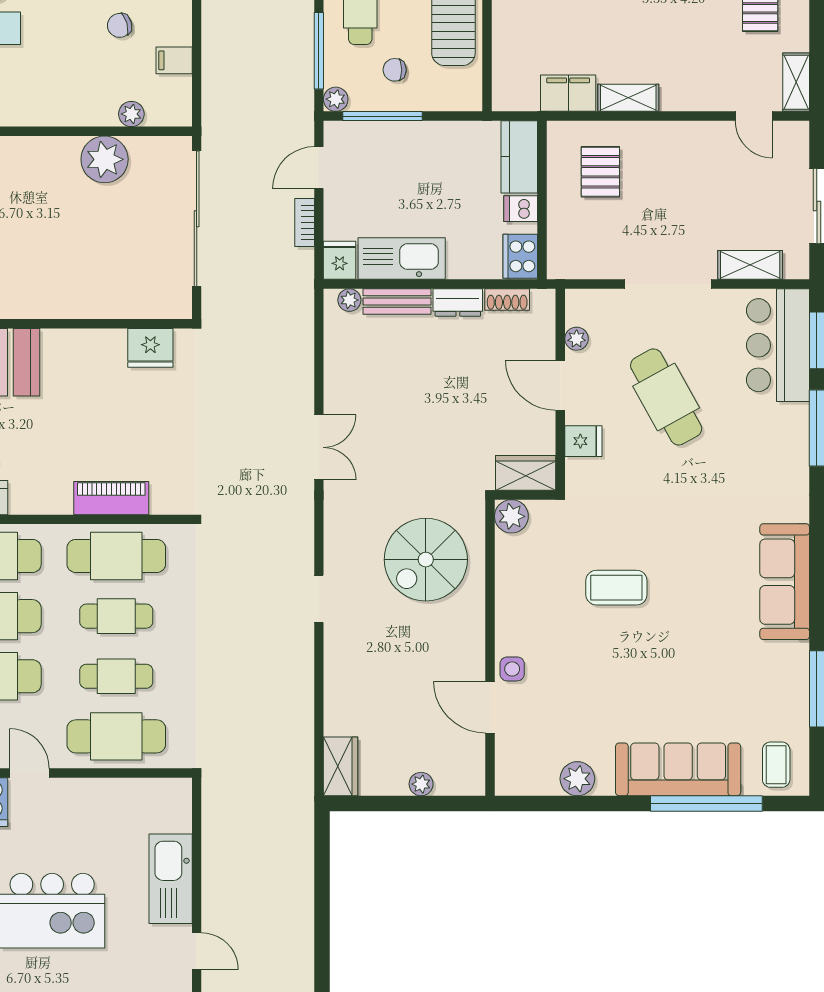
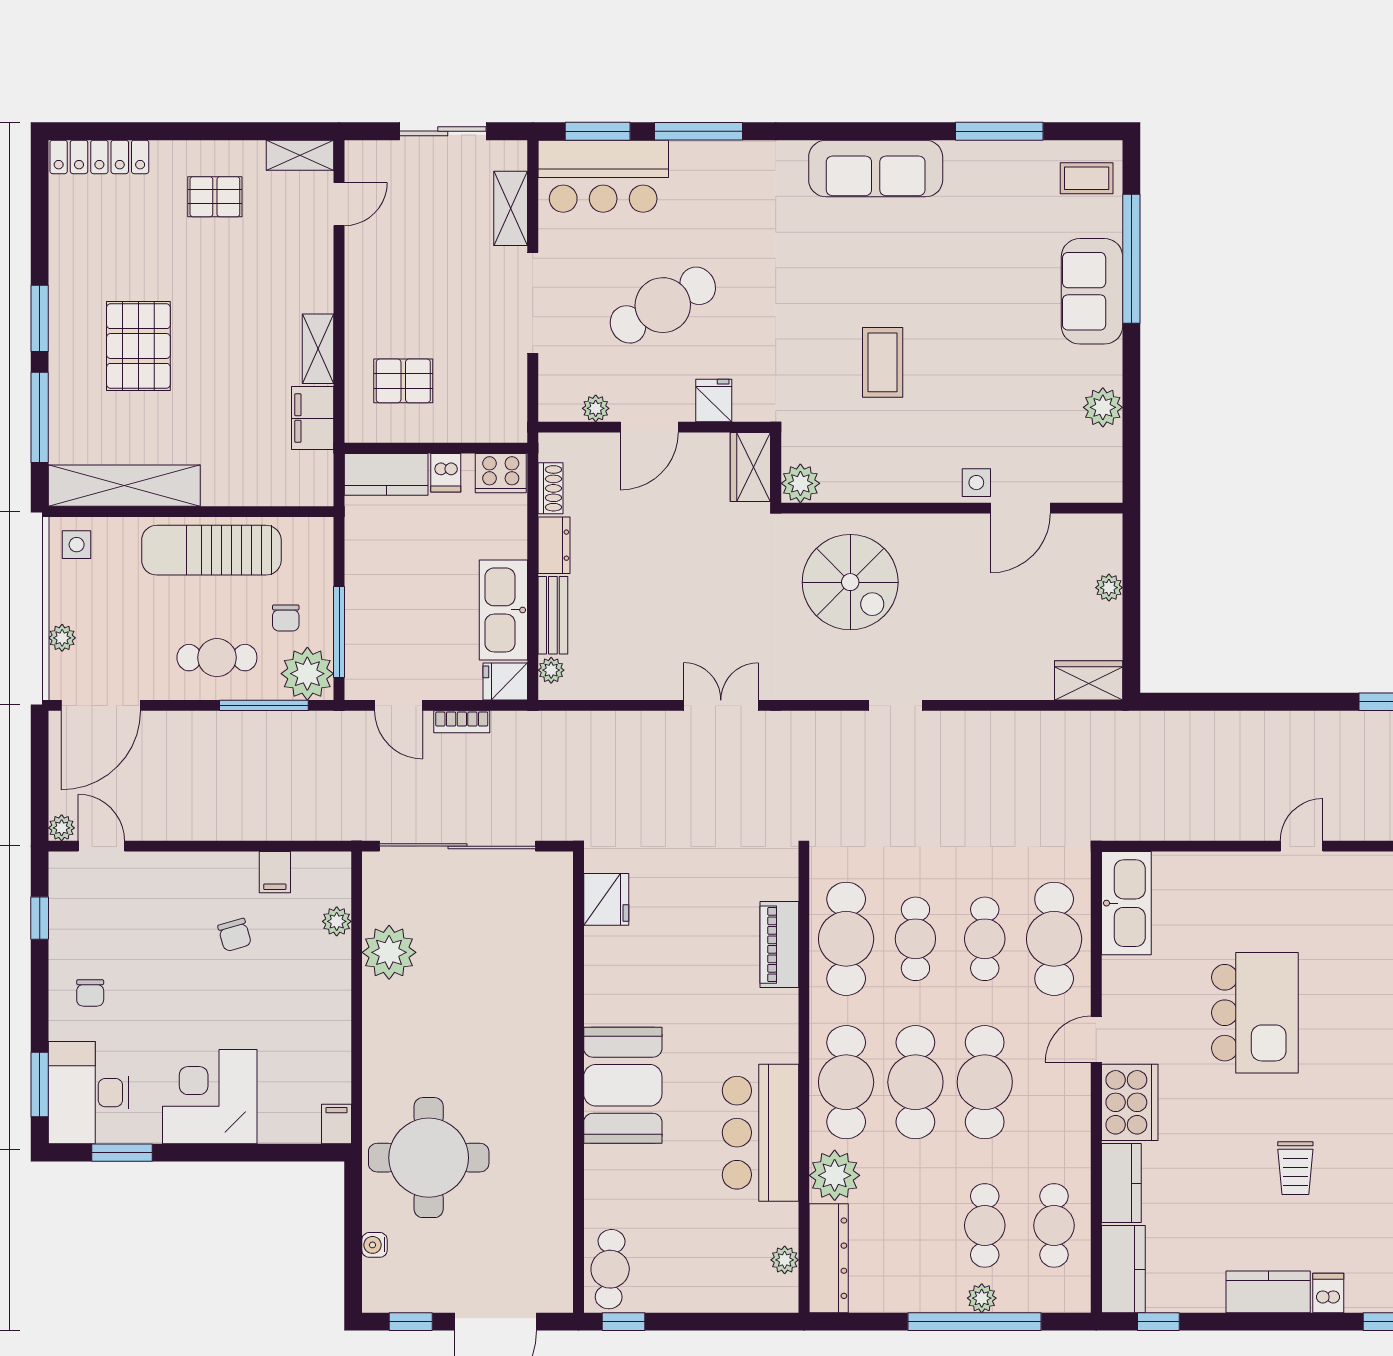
plant: (336, 99) -> (307, 674), width x1.88, depth x1.88
sofa: (678, 769) -> (1092, 291), width x0.73
kitchen sink: (171, 879) -> (1126, 903), moved, turned -90

